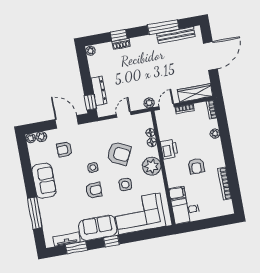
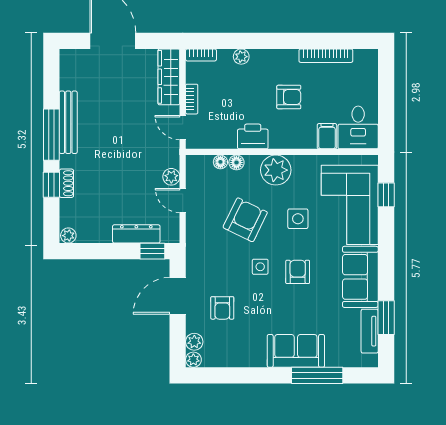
window: (163, 27) -> (51, 135), moved
bench: (176, 35) -> (68, 122), moved
plant: (149, 103) -> (171, 177), moved
sofa: (44, 181) -> (296, 351), moved
window: (111, 241) -> (386, 195), moved

